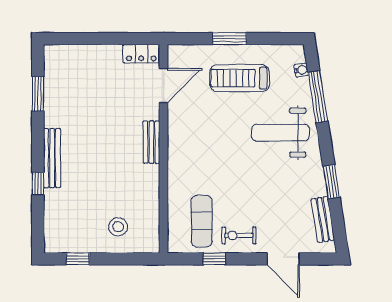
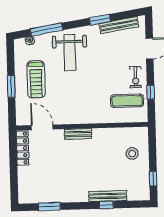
locker: (141, 54) -> (23, 148), width x1.53
bench: (52, 158) -> (108, 196), moved
bench: (323, 219) -> (119, 25), width x1.36

